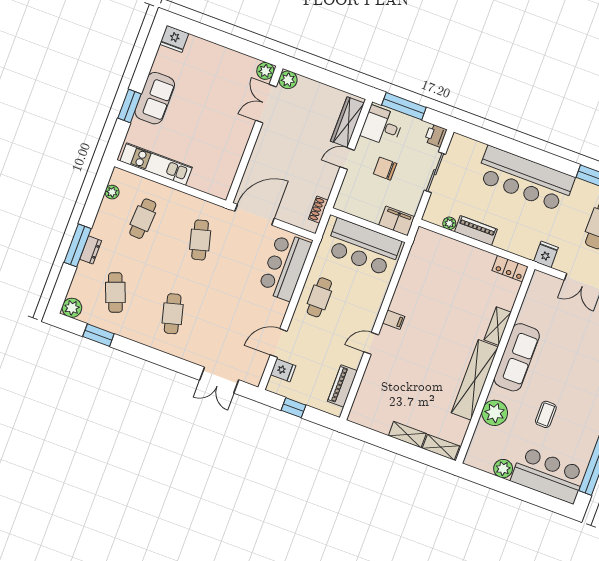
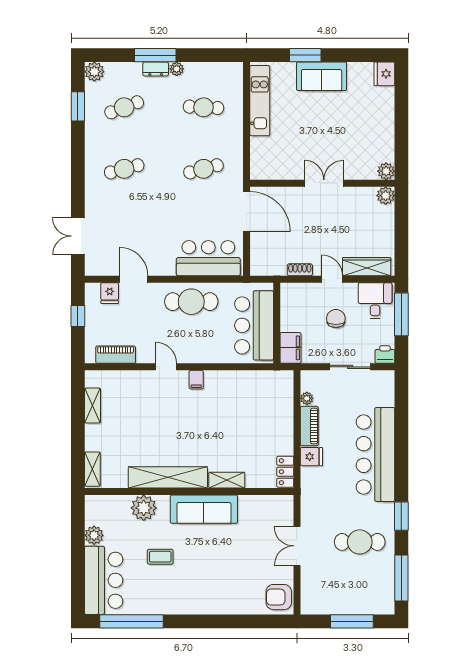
double door: (266, 104) -> (324, 183), moved
plant: (112, 192) -> (177, 69), moved
shoe rack: (318, 210) -> (300, 270), moved
fridge: (546, 254) -> (311, 457), moved
cafe table: (319, 297) -> (191, 302), width x1.37, depth x1.35
shelving: (407, 435) -> (93, 406), moved

